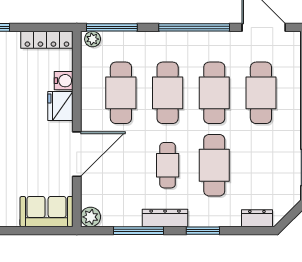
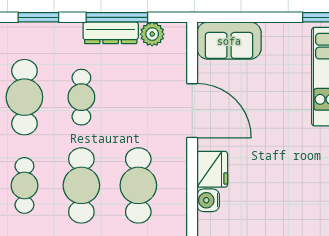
cafe table: (214, 93) -> (24, 185), width x0.73, depth x0.74
door: (77, 154) -> (192, 111), swing flipped
plant: (91, 217) -> (152, 34), moved
dresser: (165, 218) -> (111, 33), moved

